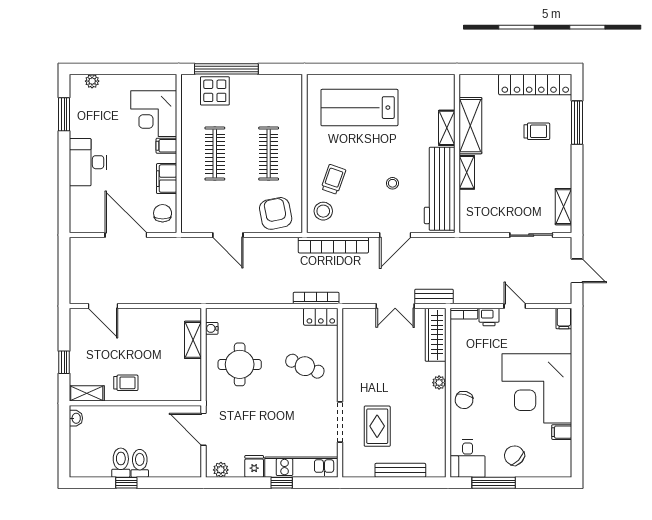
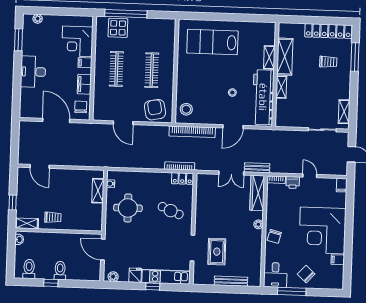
trolley: (333, 179) -> (194, 89), removed
toilet: (121, 463) -> (29, 269), moved

